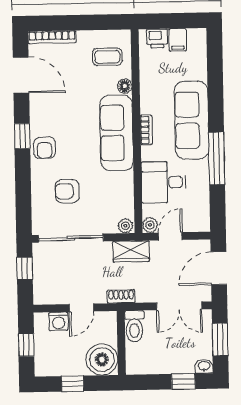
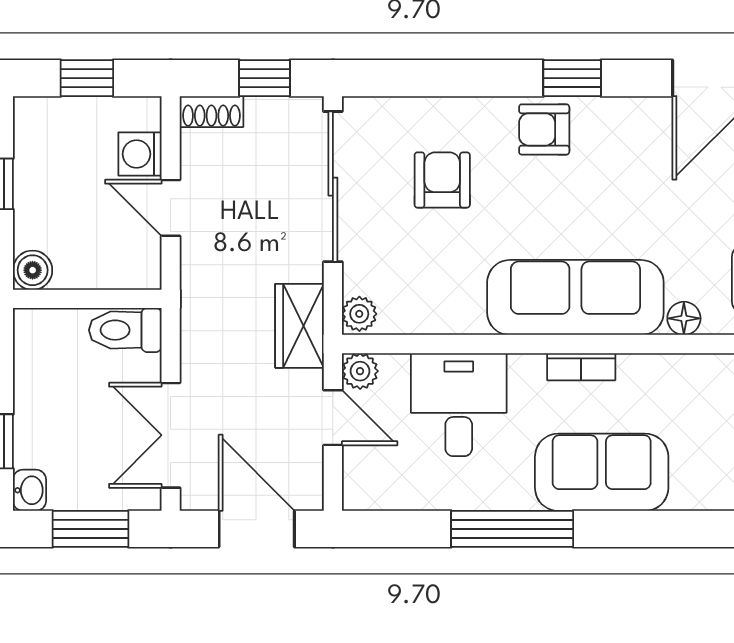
sofa: (192, 120) -> (602, 472), width x0.73
shoe rack: (121, 296) -> (211, 112), moved, turned 90
boiler: (102, 359) -> (33, 270), width x0.54, depth x0.54

